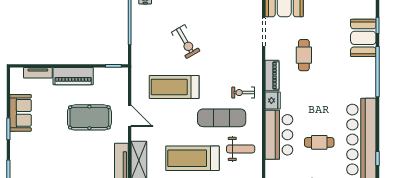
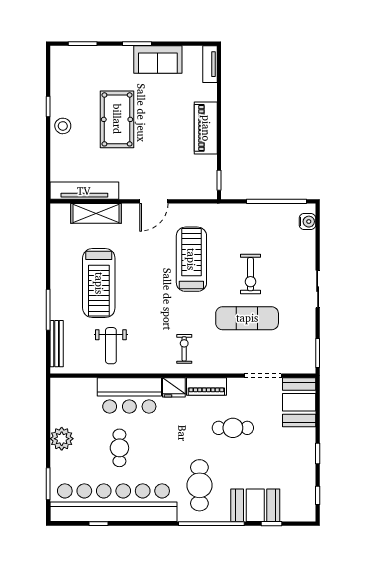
exercise bike: (186, 42) -> (250, 274), turned -60
tv unit: (38, 73) -> (210, 64), moved
cafe table: (348, 81) -> (199, 485), added
pool table: (89, 117) -> (117, 119), moved
exercise mat: (222, 118) -> (247, 318), moved, turned 90
treadmill: (192, 158) -> (99, 283), turned 180

